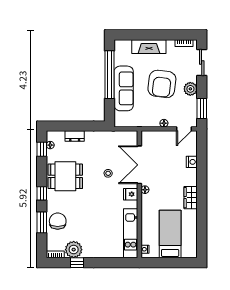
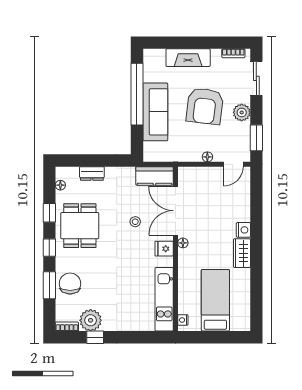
kitchen counter: (123, 138) -> (154, 176), added
window: (42, 149) -> (49, 213), moved
nightstand: (192, 162) -> (243, 230), moved
dining table: (65, 176) -> (80, 226), turned 90

